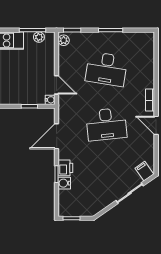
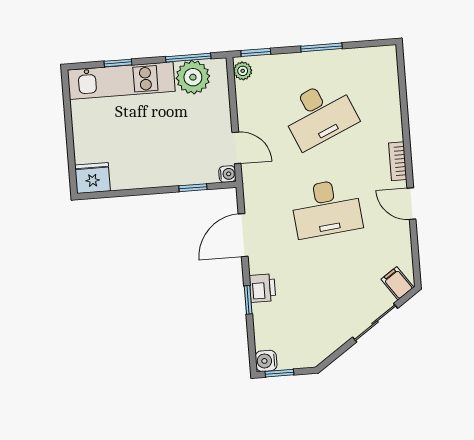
plant: (39, 37) -> (193, 77), width x1.88, depth x1.88
desk: (106, 69) -> (319, 114), turned -33
water cooler: (64, 183) -> (266, 361), moved

